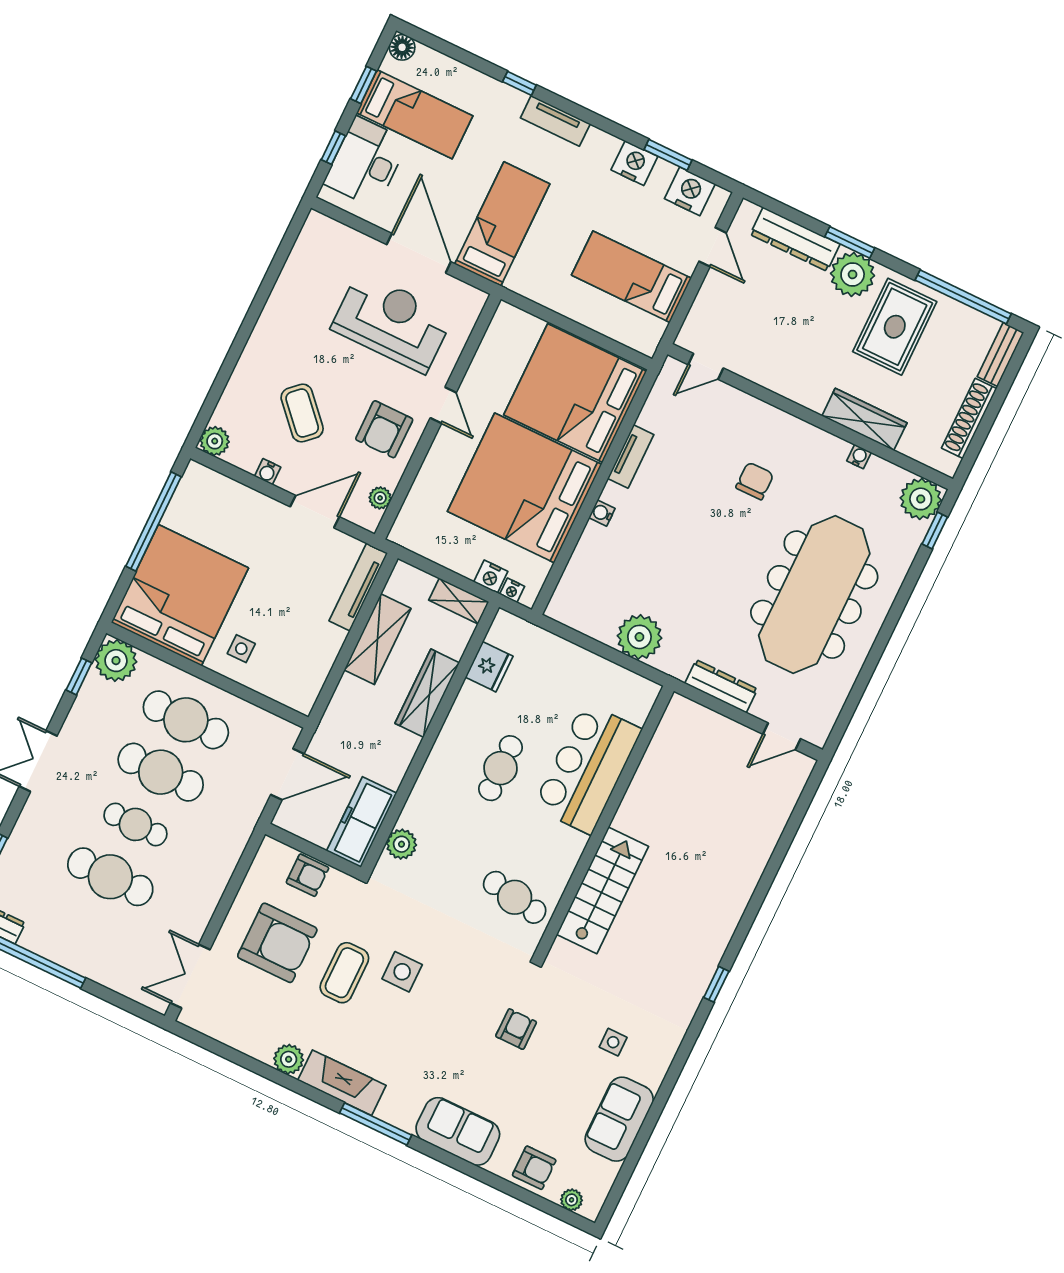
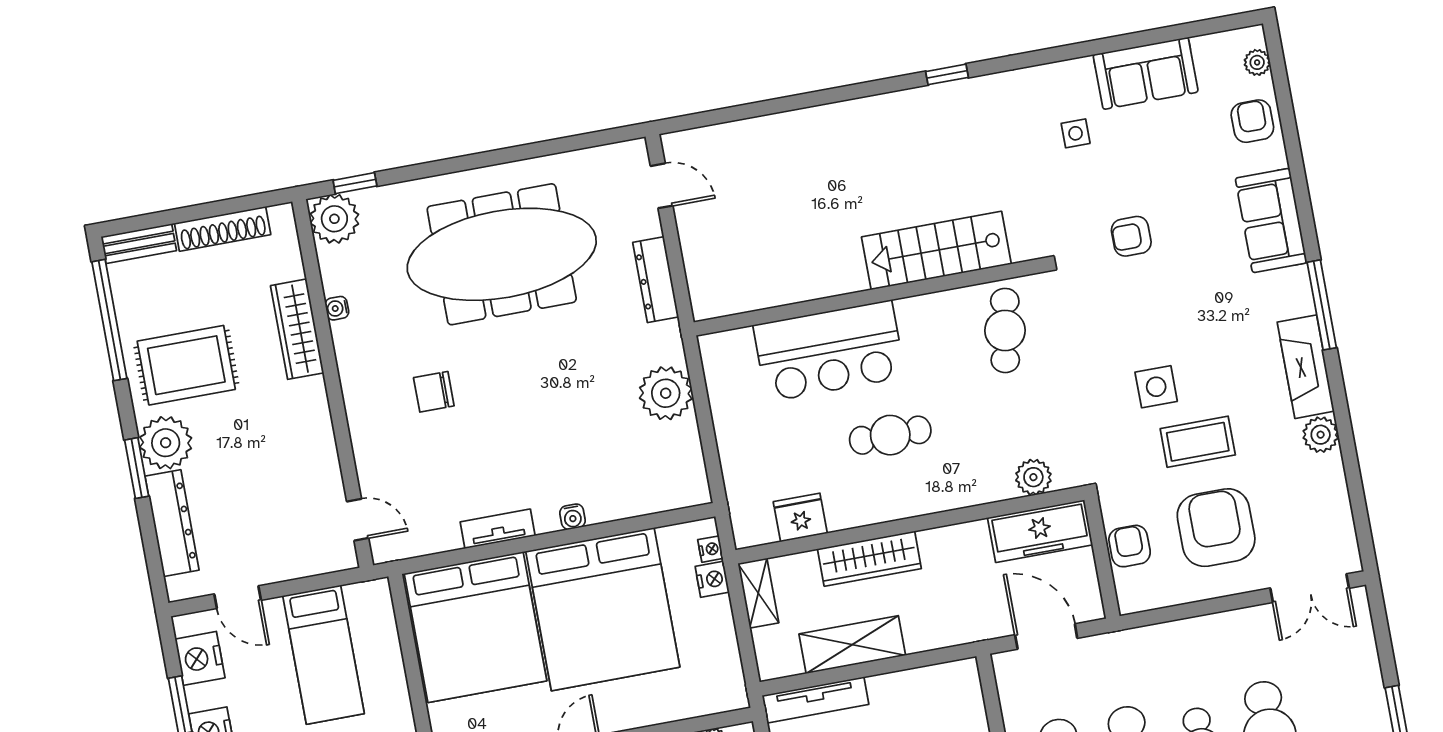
door: (713, 247) -> (238, 597), swing flipped

